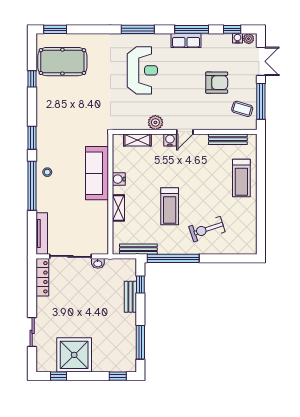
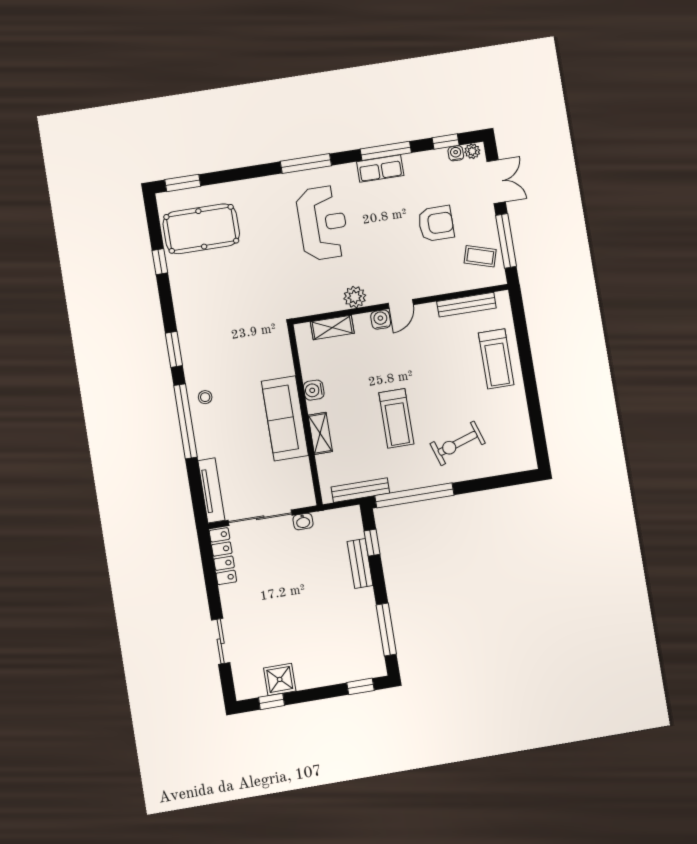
sofa: (97, 173) -> (285, 418), moved
shower: (74, 355) -> (280, 679), width x0.54, depth x0.54

